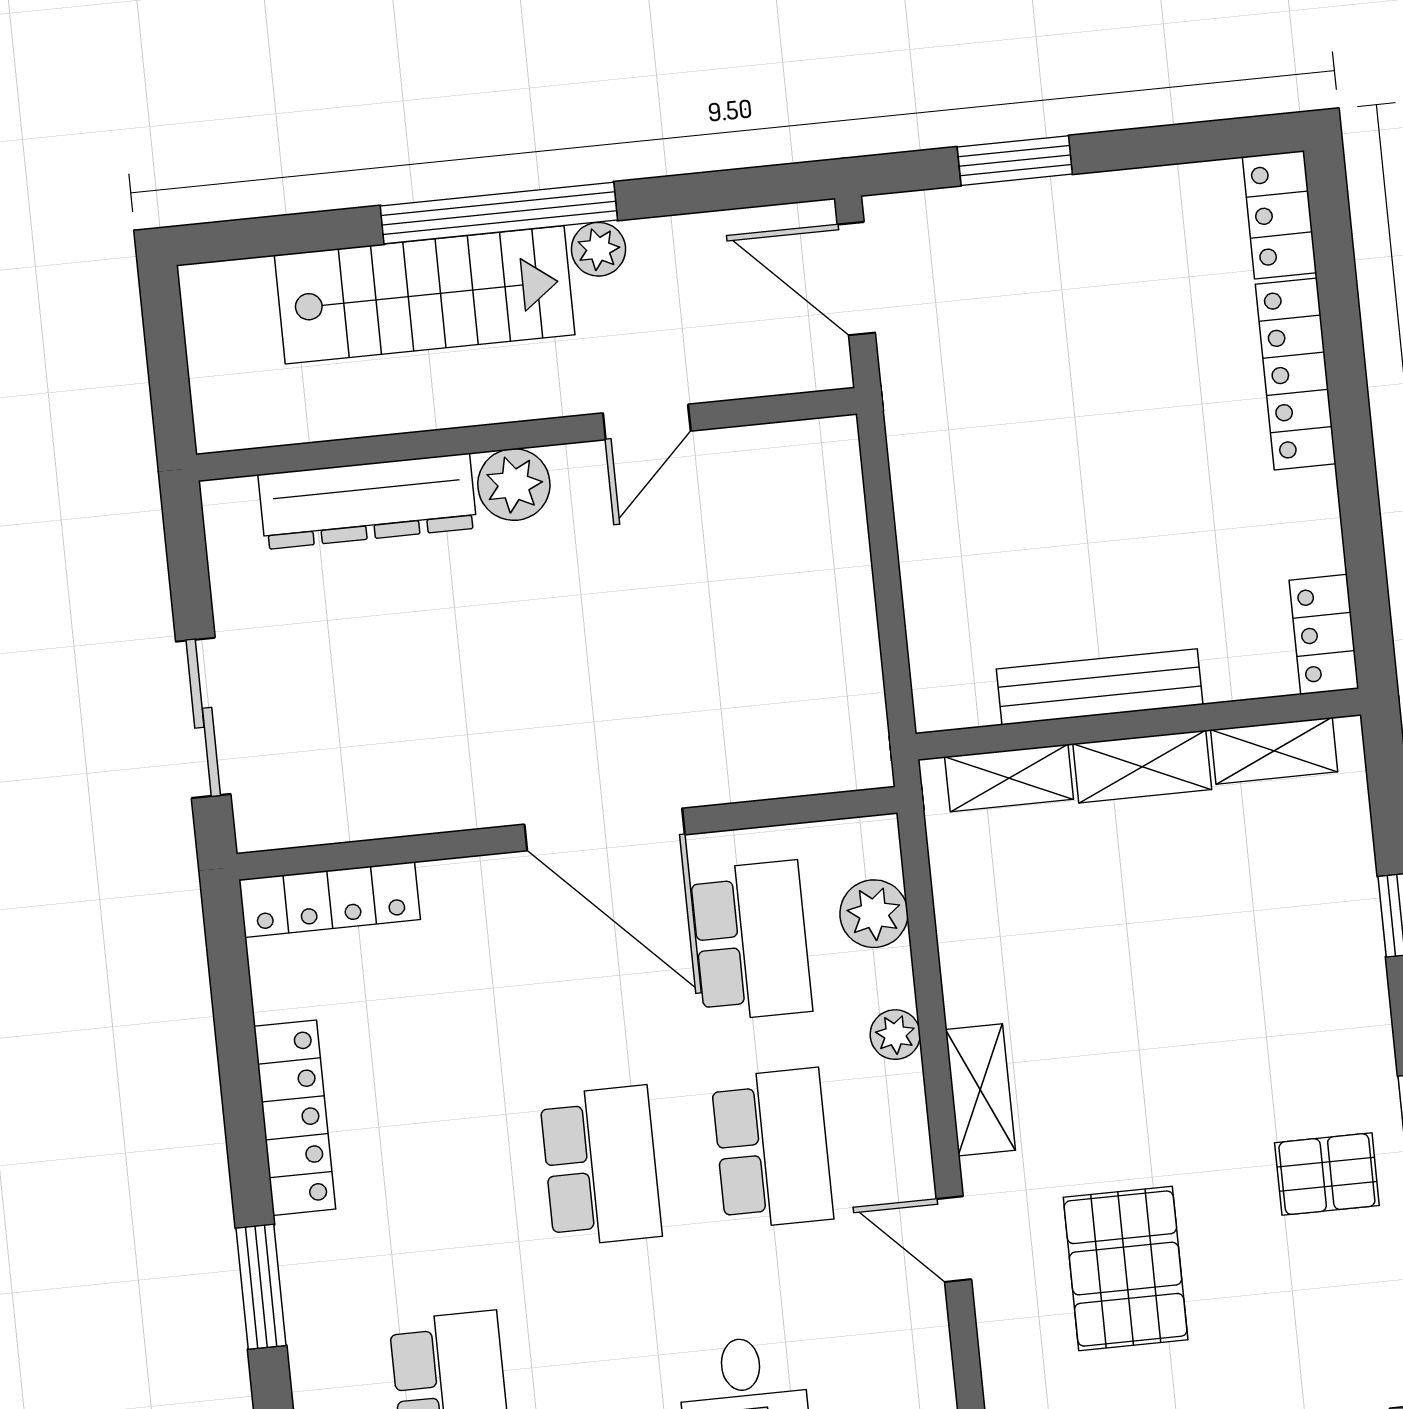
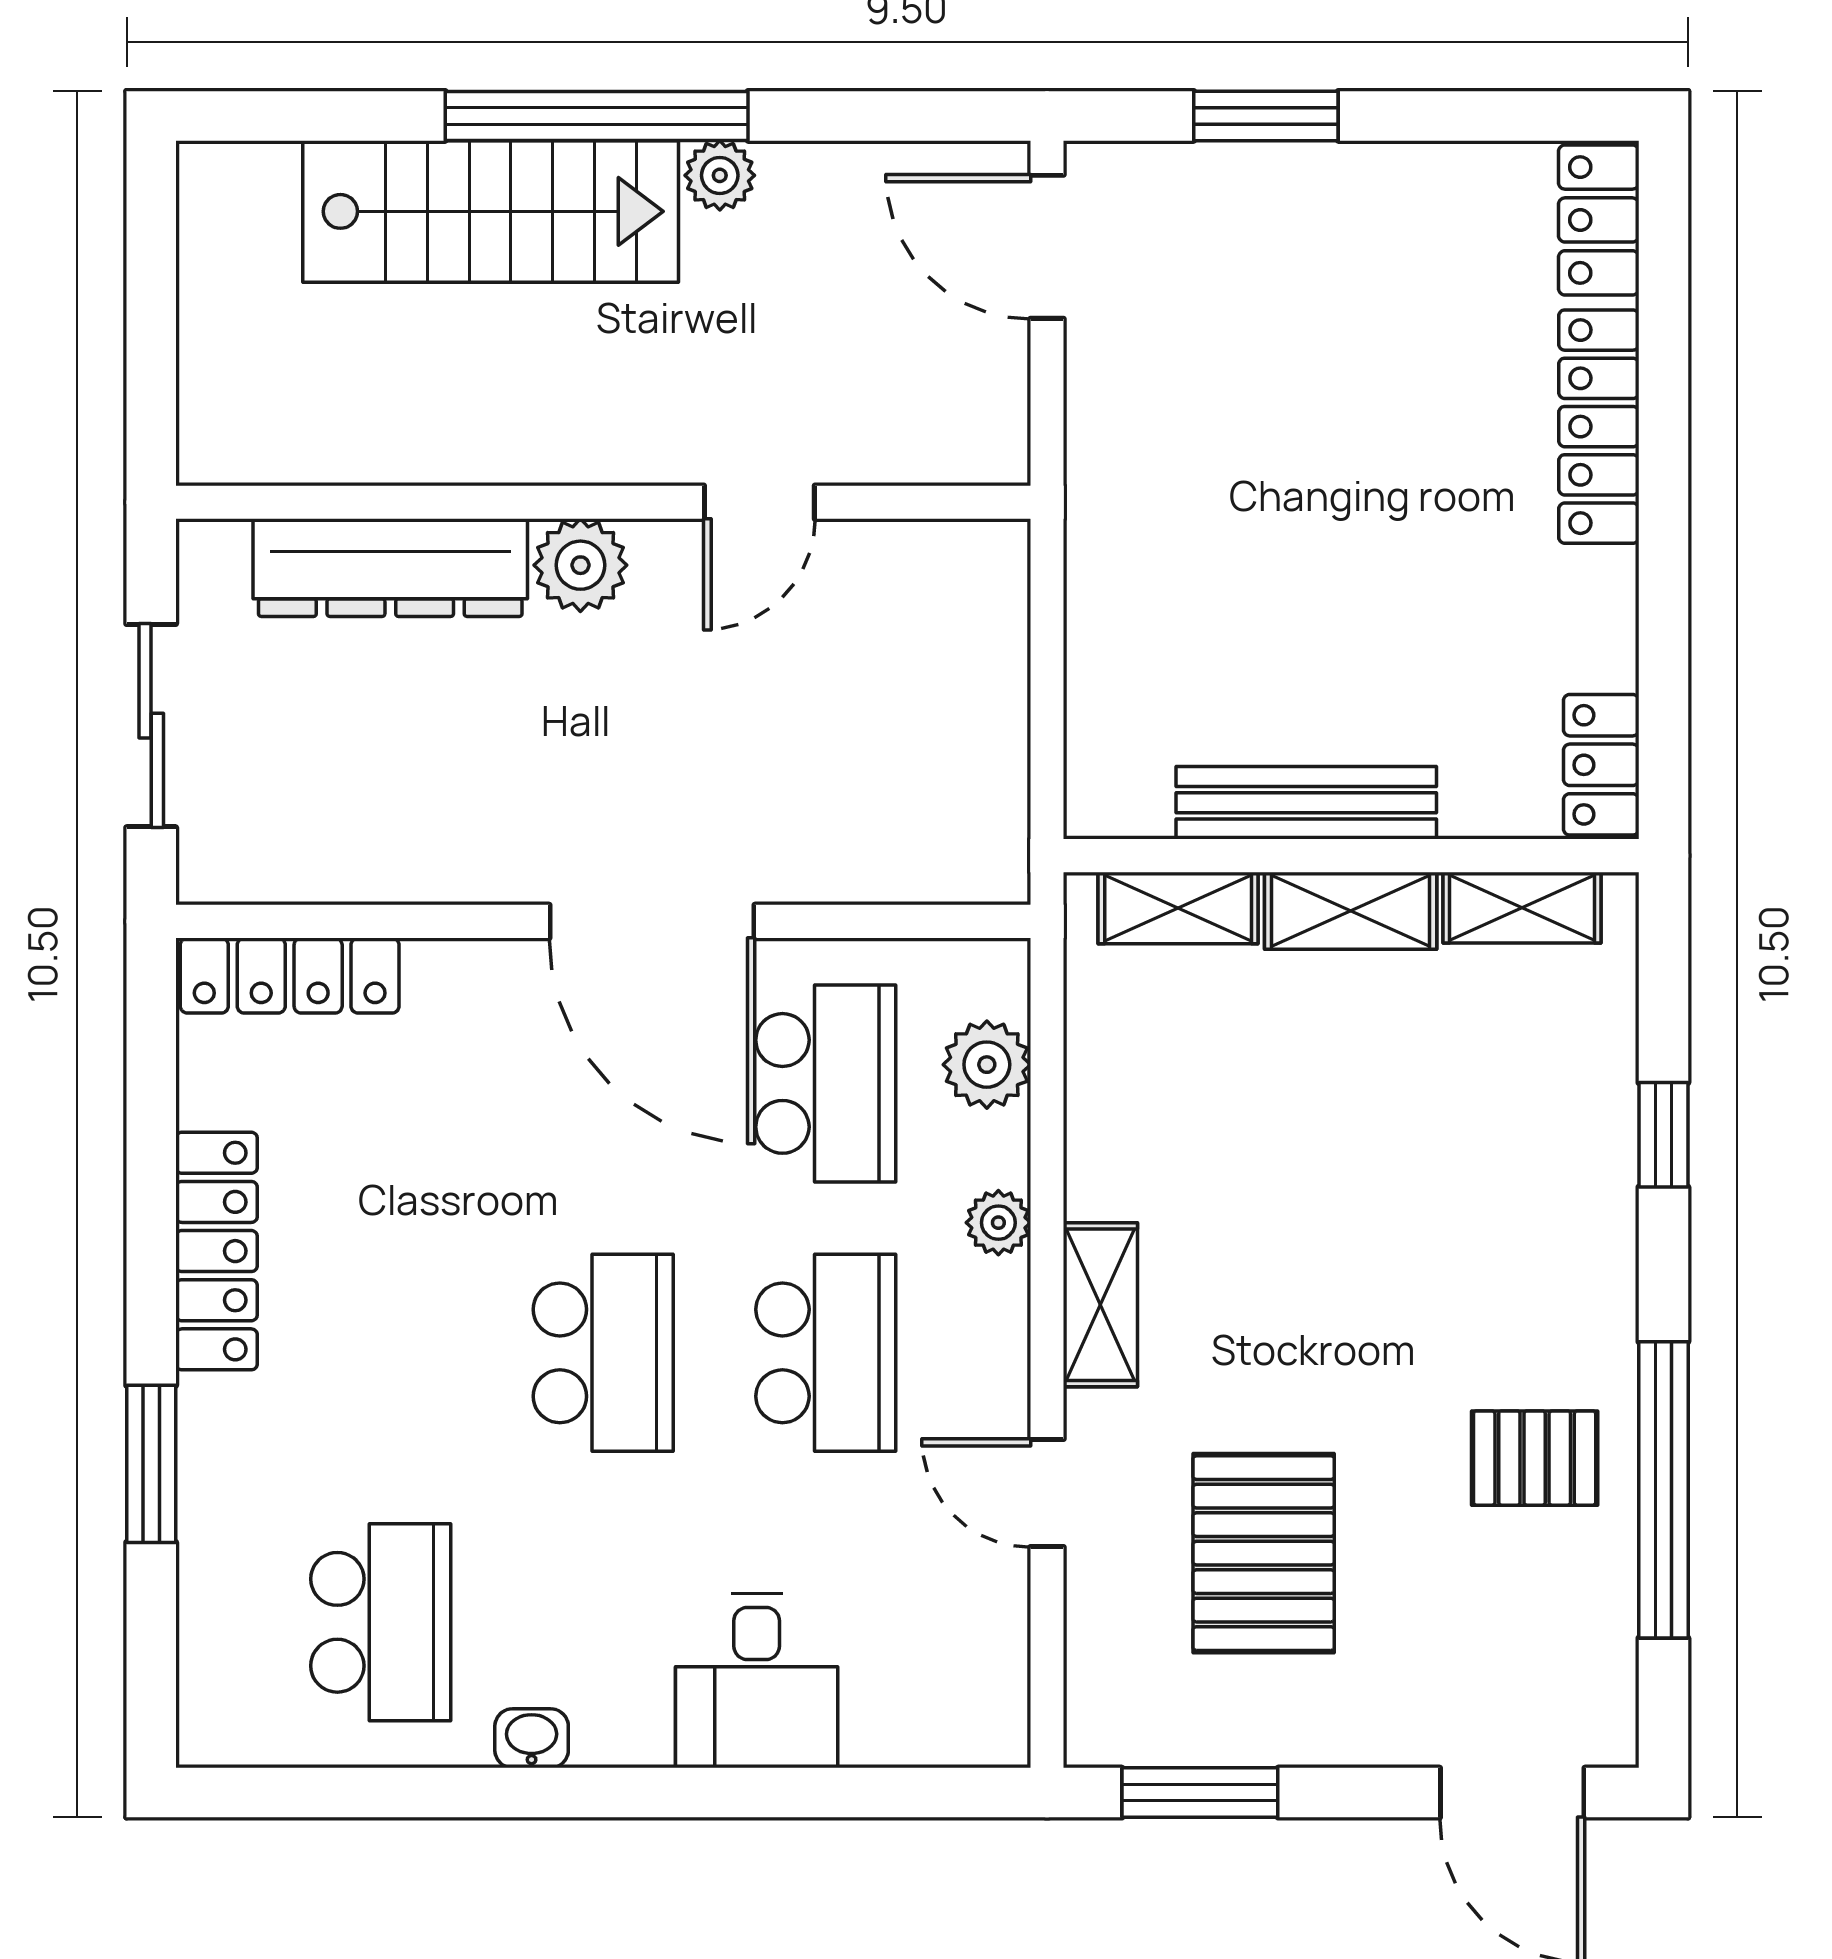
door: (647, 422) -> (759, 502), moved
wall: (526, 434) -> (603, 502), moved
plant: (514, 484) -> (580, 565), moved
dresser: (367, 501) -> (390, 568), moved

